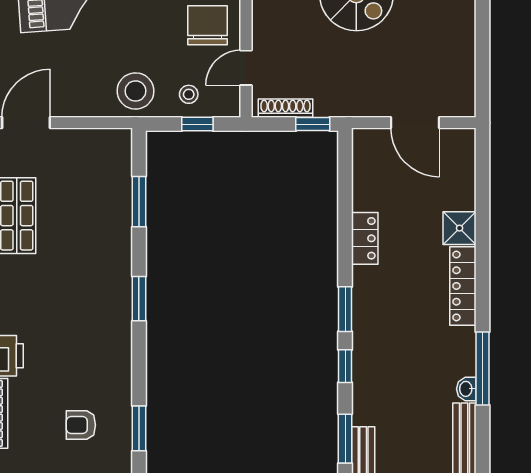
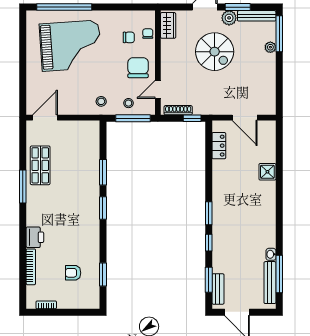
stool: (135, 91) -> (101, 101), width x0.53, depth x0.53
window: (197, 124) -> (133, 118), width x2.17
window: (139, 202) -> (103, 172), moved
locker: (365, 238) -> (219, 146), moved
locker: (463, 286) -> (269, 201), removed
window: (483, 369) -> (279, 274), moved

